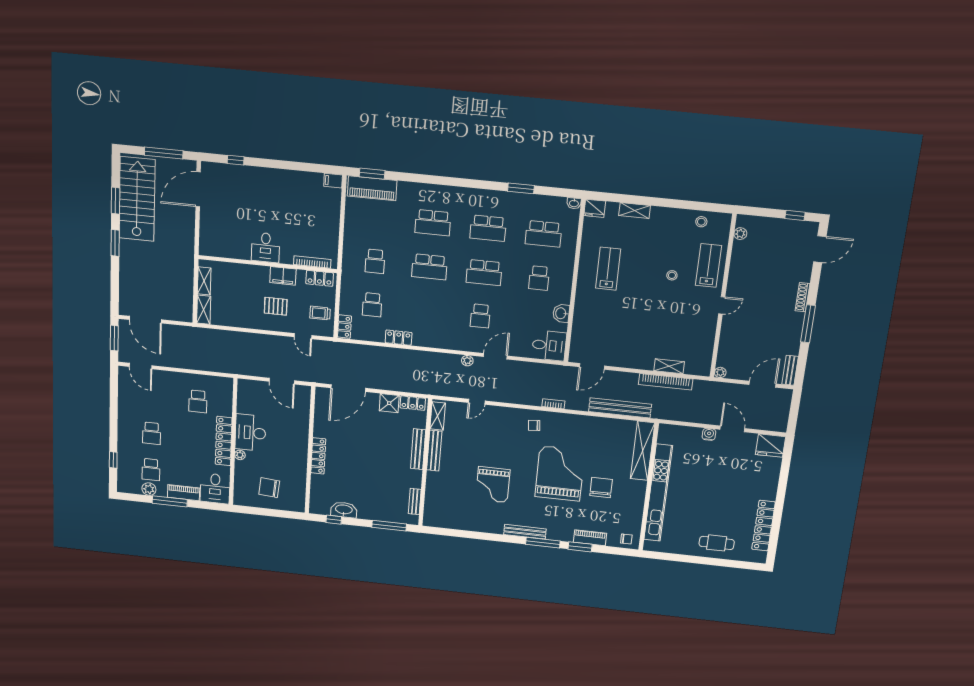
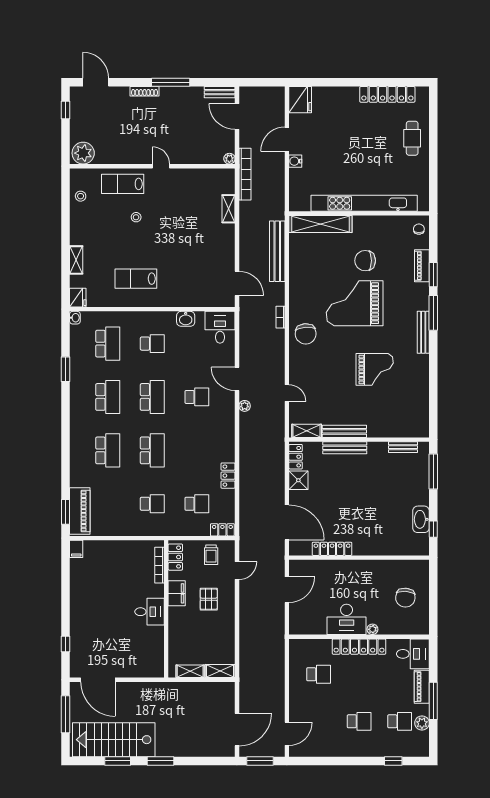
plant: (740, 234) -> (83, 153), width x1.87, depth x1.87
bookcase: (666, 382) -> (245, 174), moved
chair: (534, 425) -> (306, 334), width x1.87, depth x1.87
locker: (318, 456) -> (332, 549), moved

